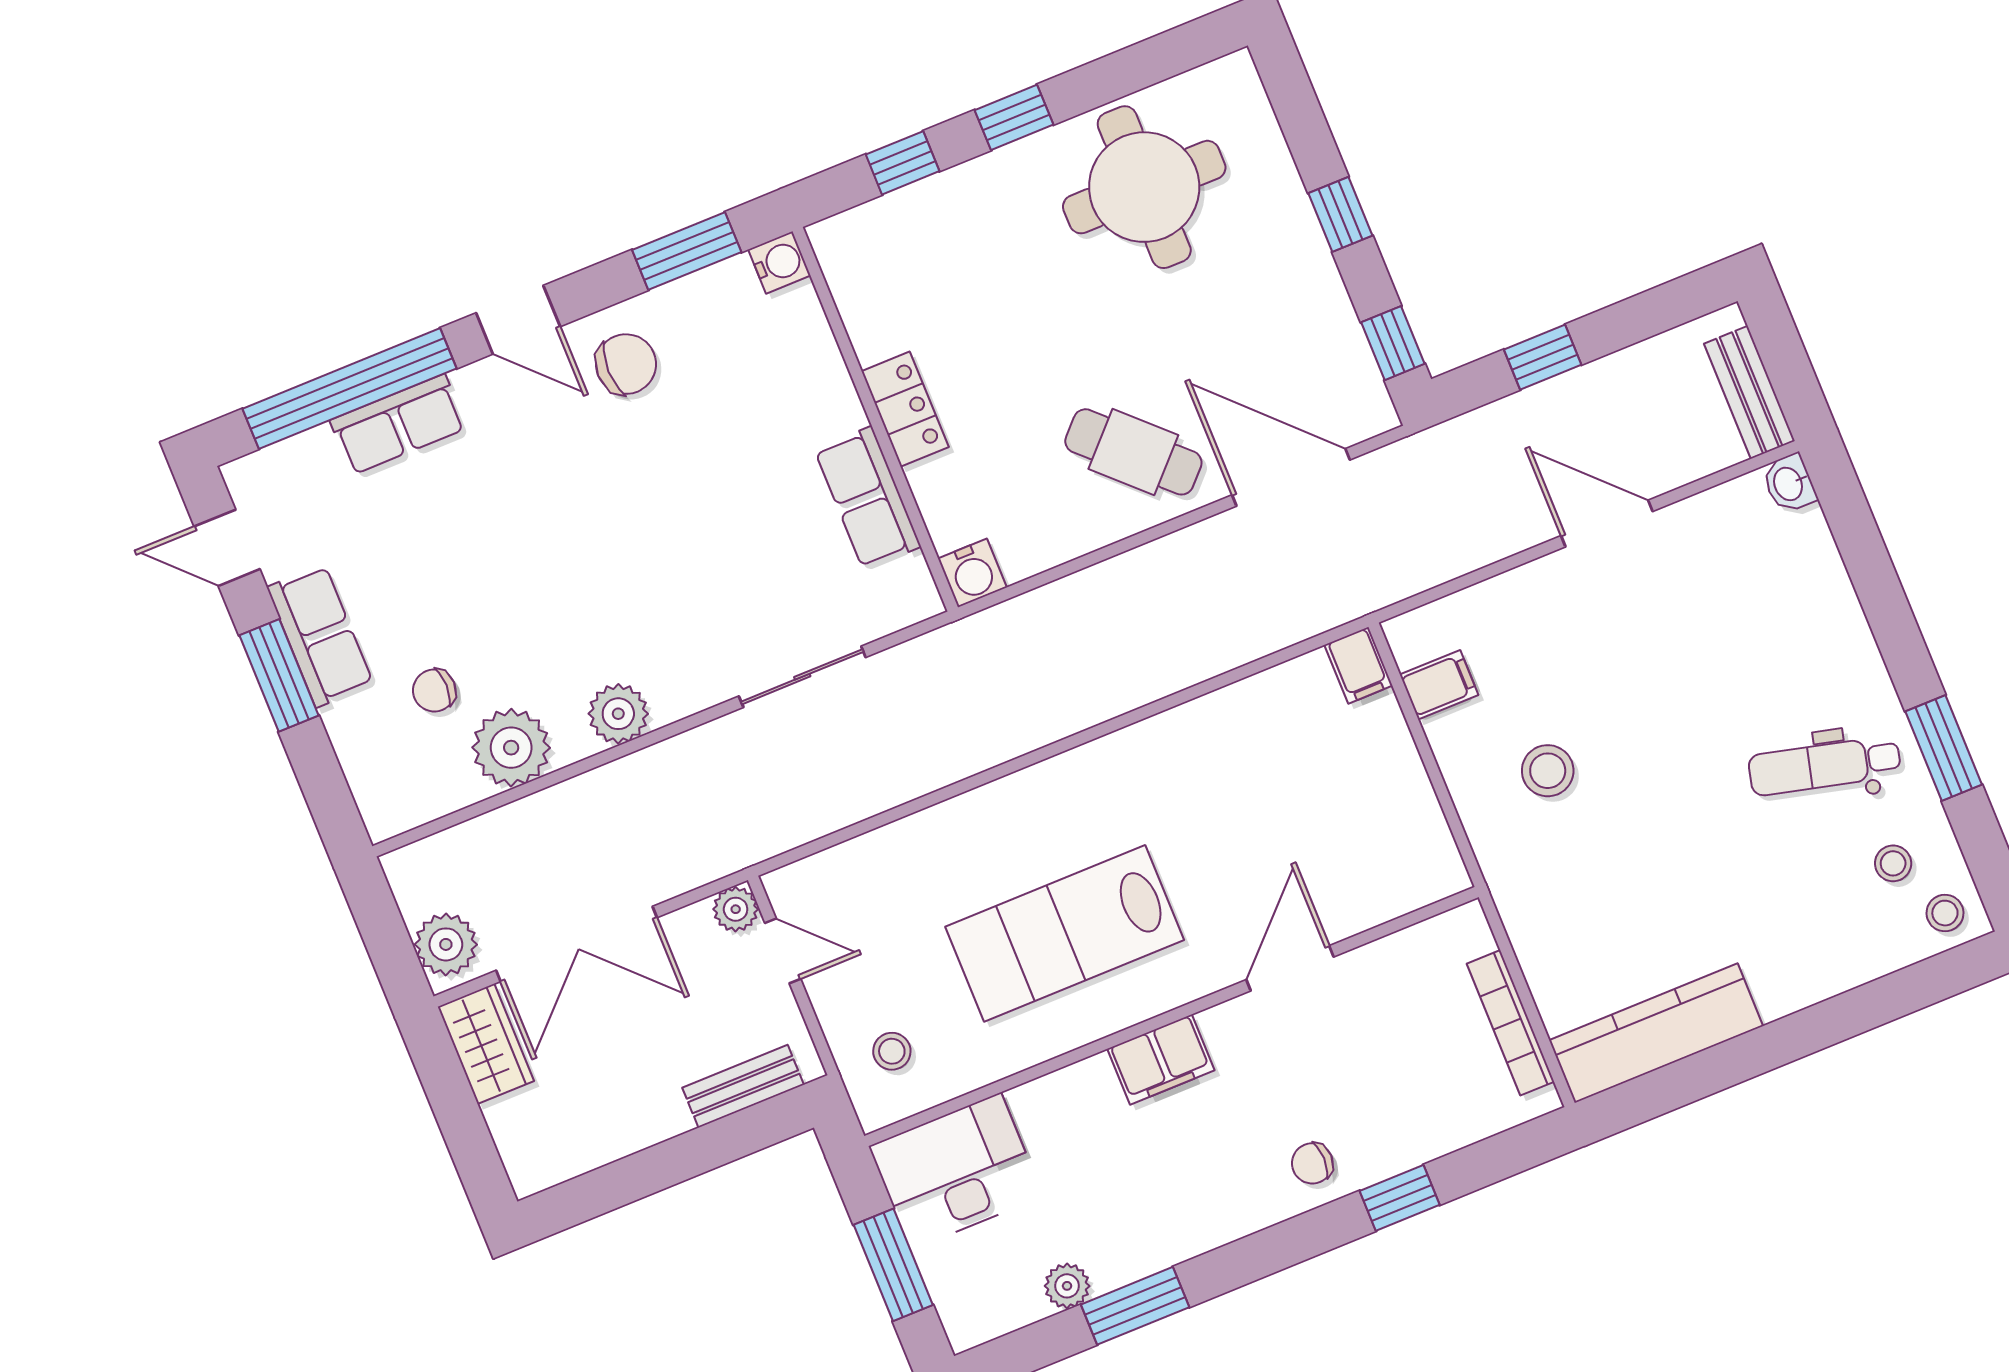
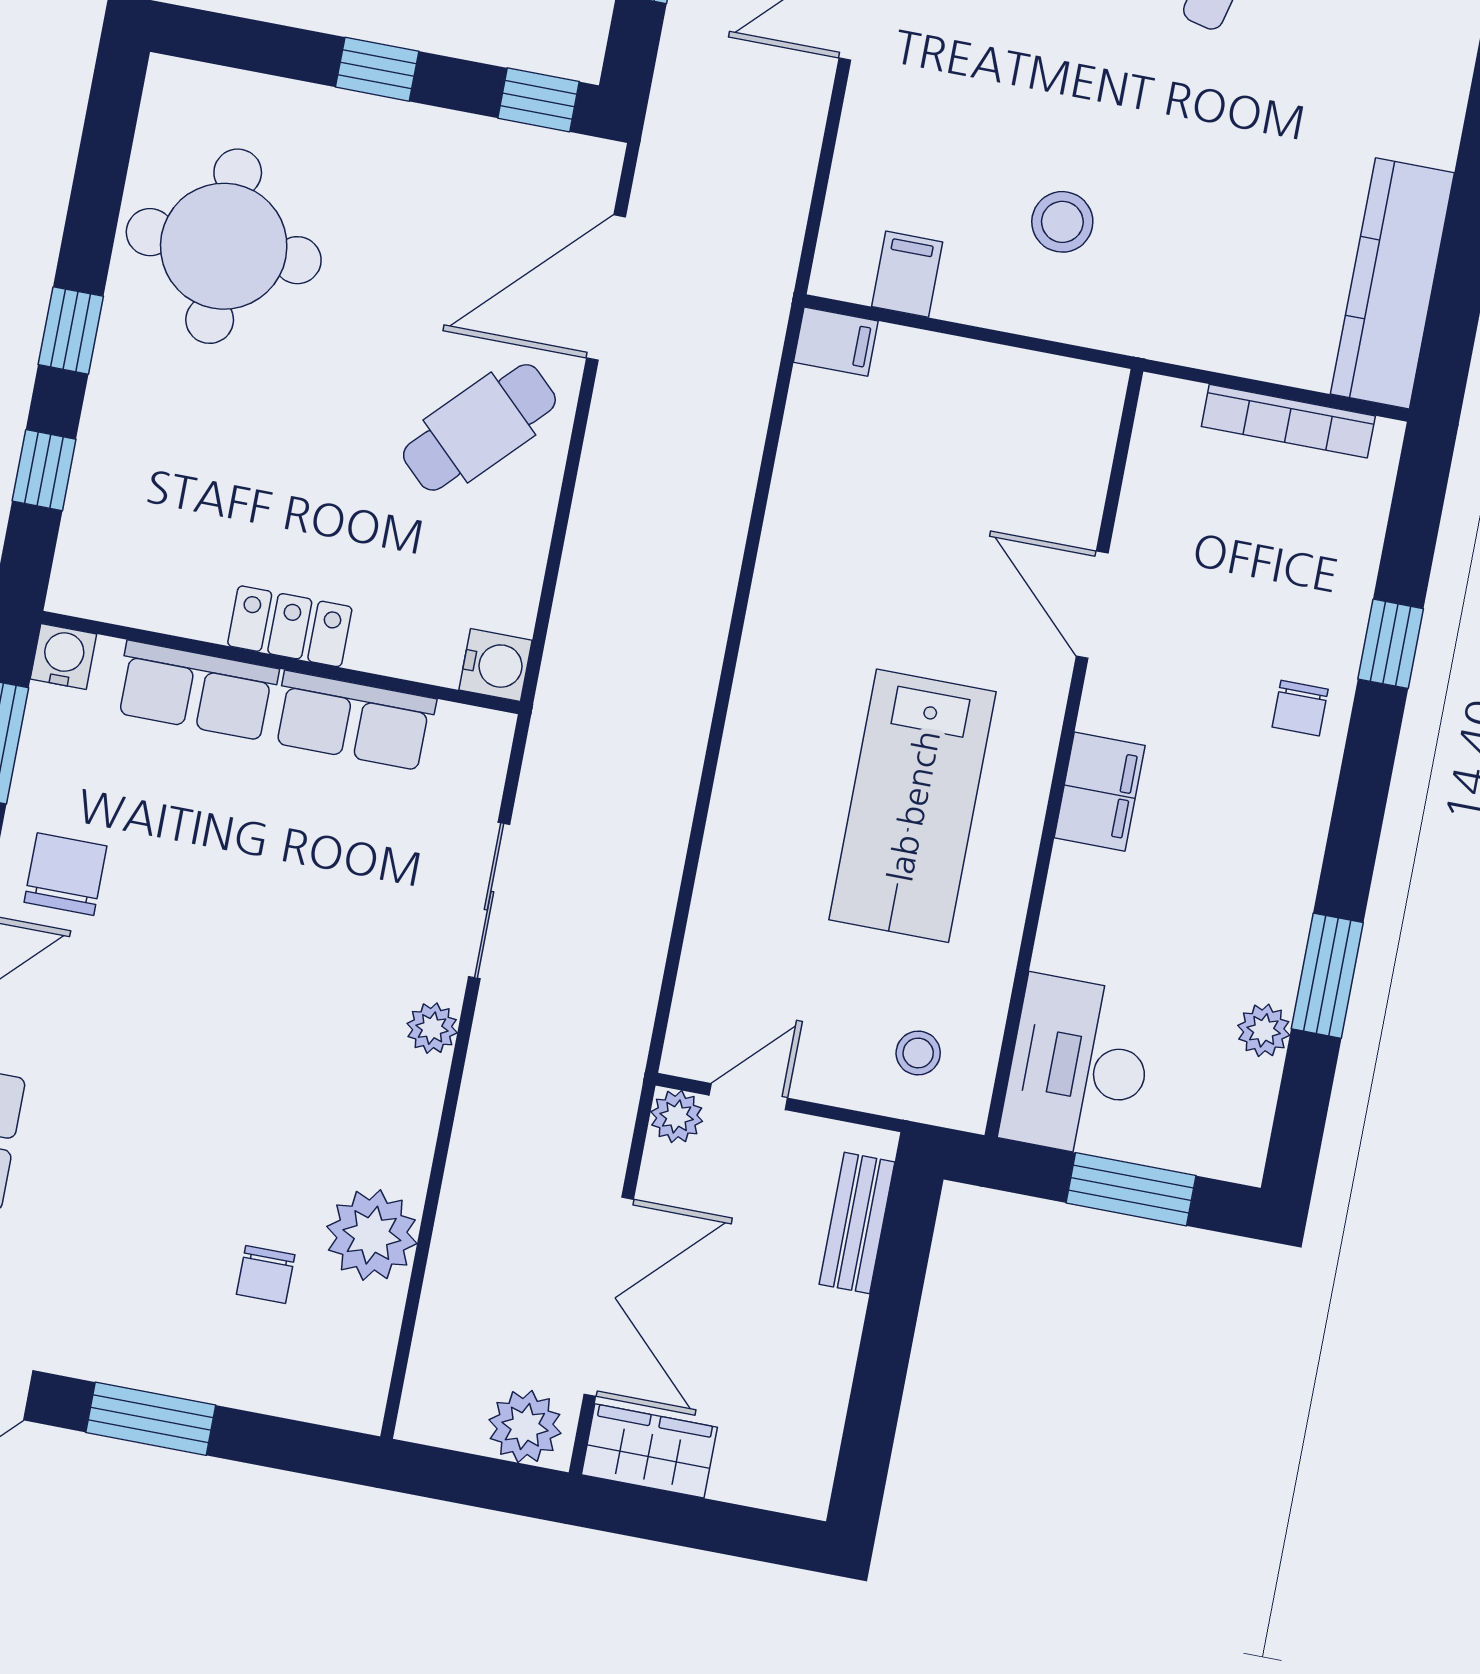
row of seats: (320, 636) -> (196, 691), moved, turned 180
plant: (618, 714) -> (432, 1028), moved, width x0.73, depth x0.73

